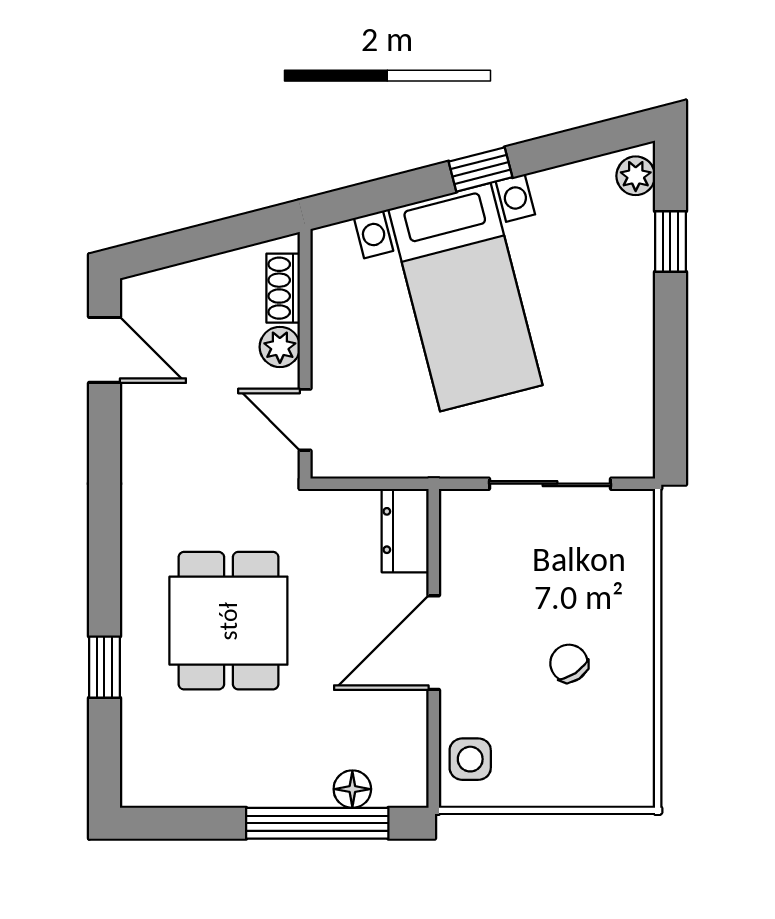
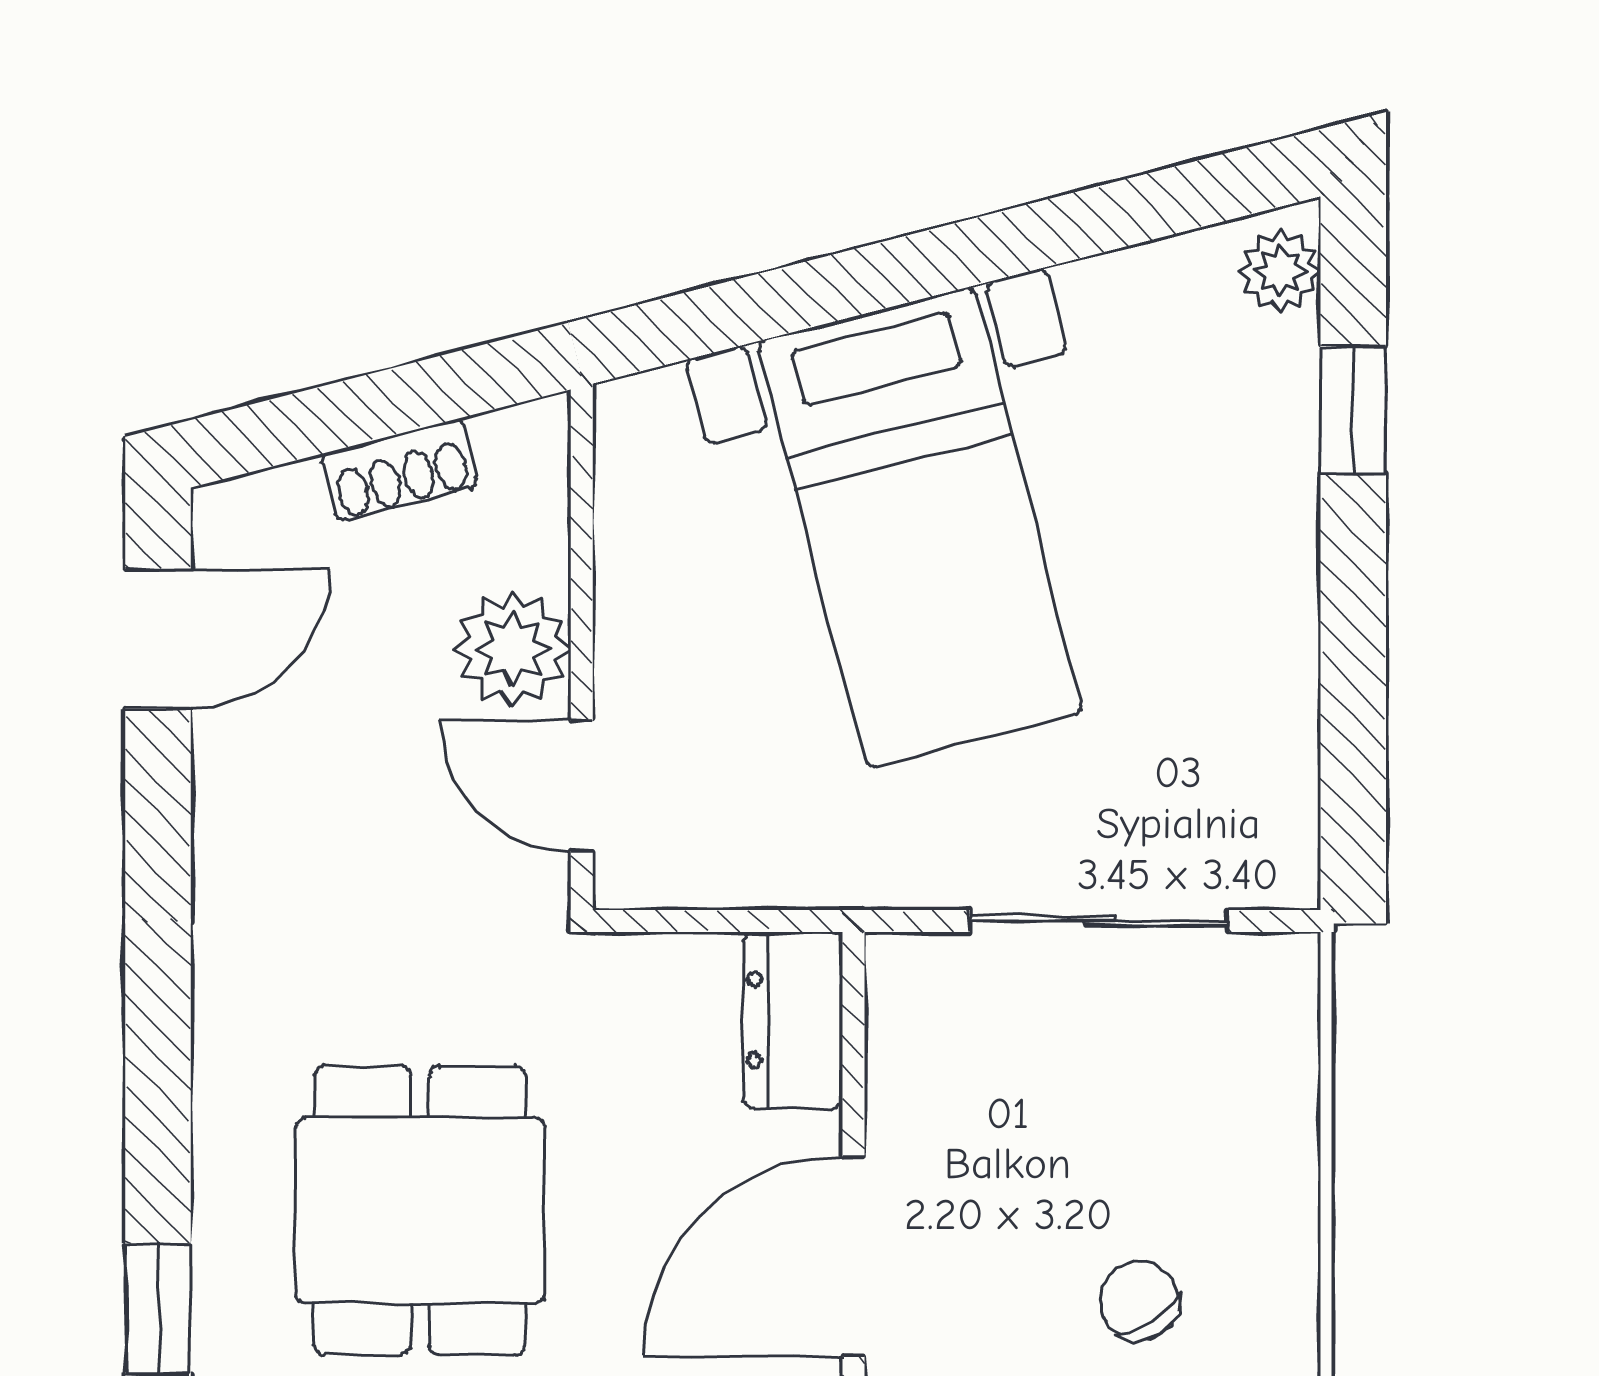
window: (480, 169) -> (952, 258), removed
shoe rack: (283, 288) -> (400, 470), moved, turned -104
plant: (280, 347) -> (512, 648), width x1.38, depth x1.38
door: (104, 350) -> (158, 639), hinge flipped

